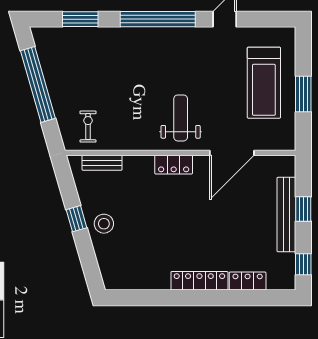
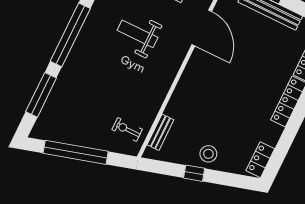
window: (80, 19) -> (41, 95), width x1.44
weight bench: (181, 118) -> (138, 34), moved
locker: (174, 165) -> (260, 160), moved, turned 180

